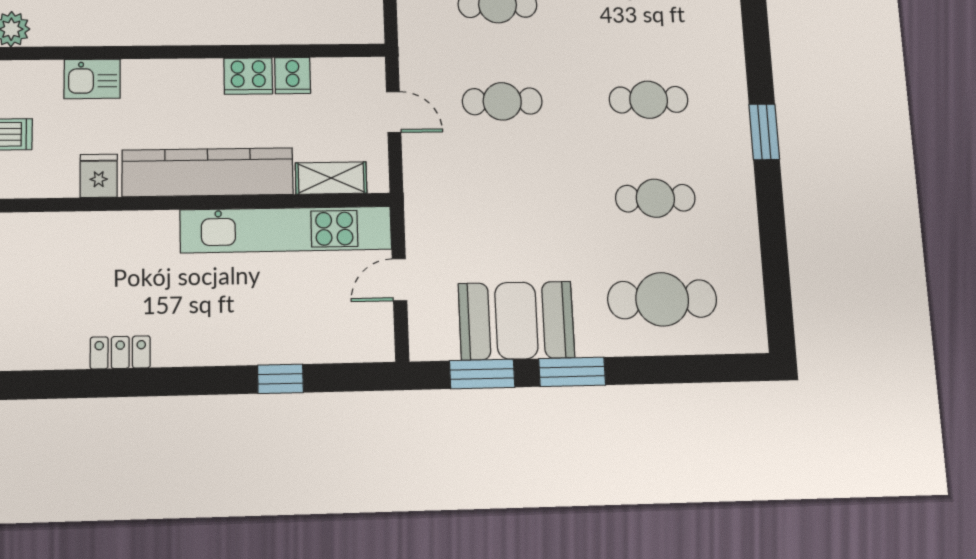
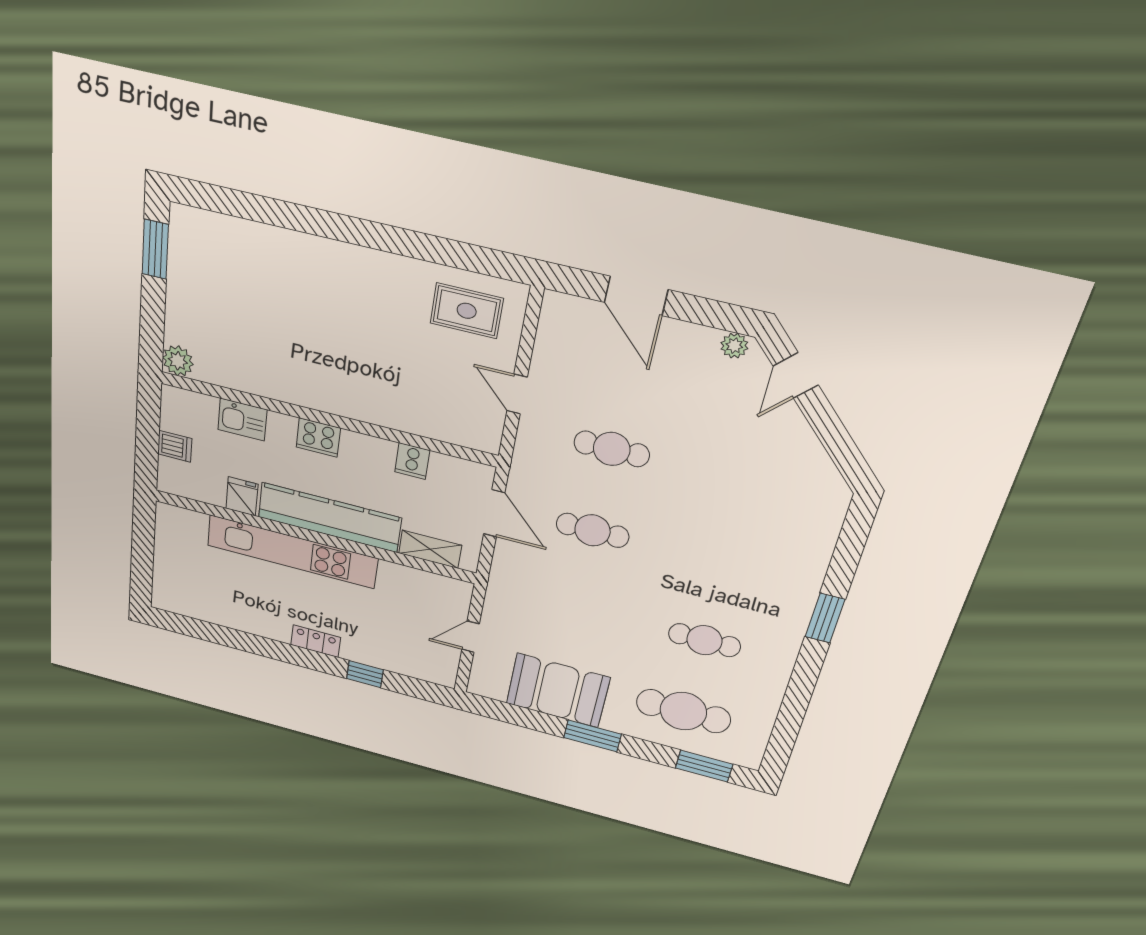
cooker: (248, 76) -> (318, 437), moved
cafe table: (649, 100) -> (727, 564), removed
door: (394, 112) -> (494, 513), width x1.38
kitchen unit: (286, 230) -> (292, 552), moved
locker: (120, 352) -> (316, 641), moved
window: (482, 374) -> (704, 766), moved

